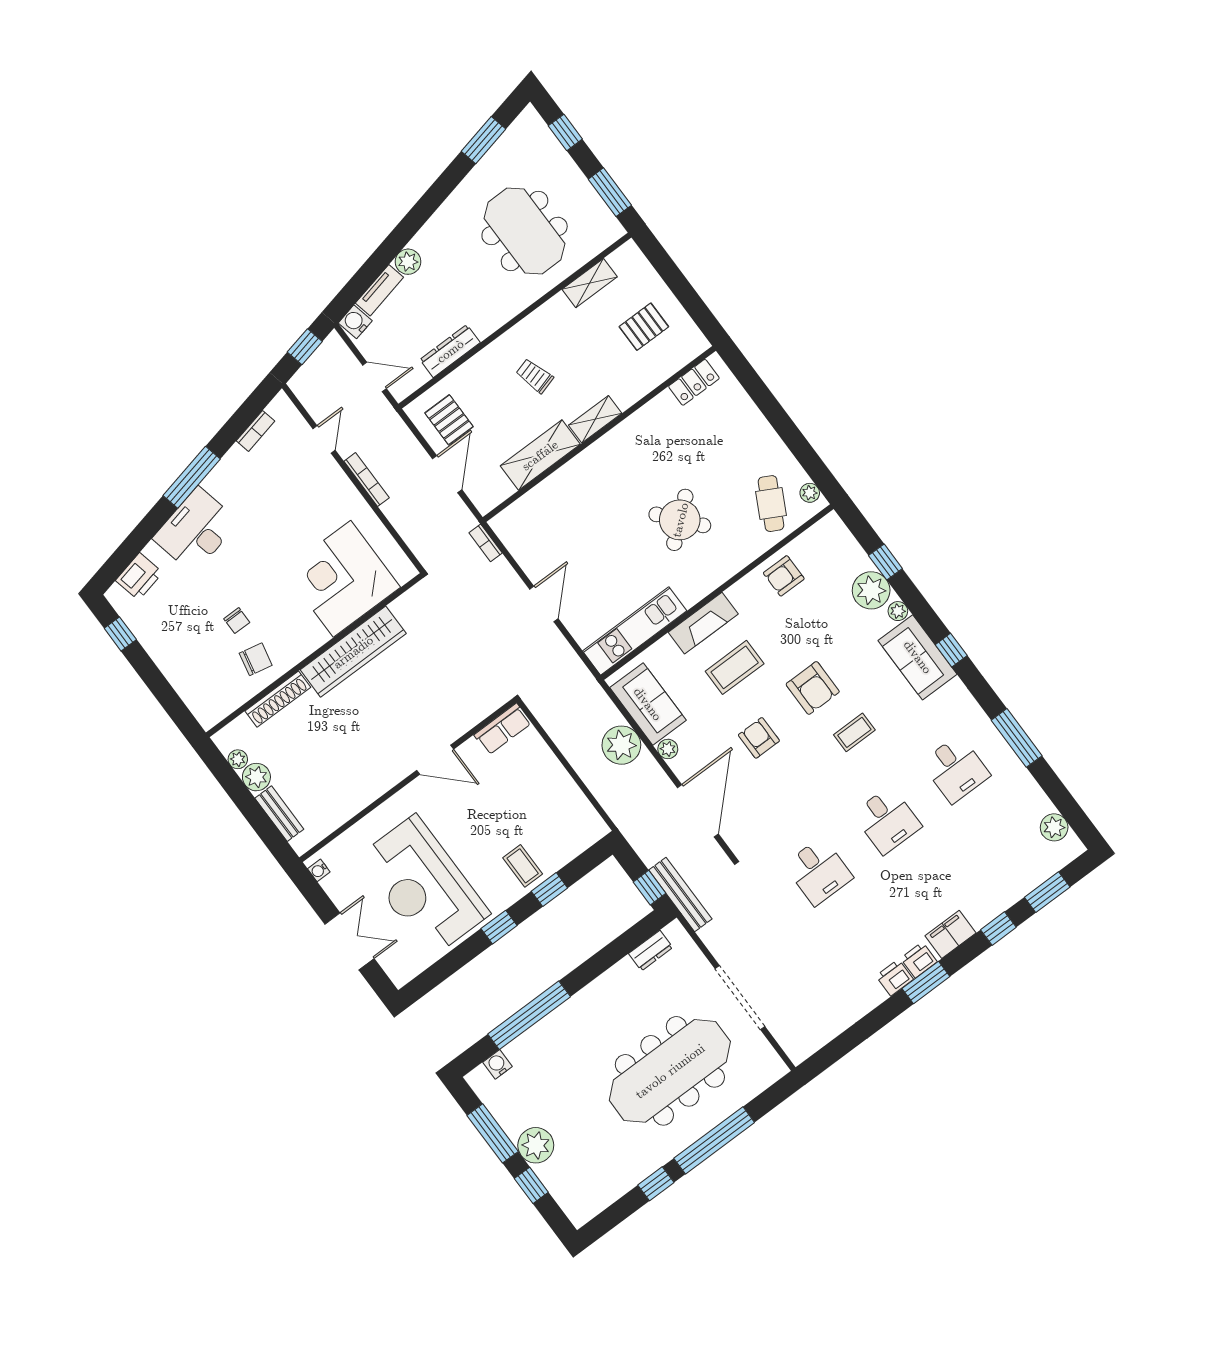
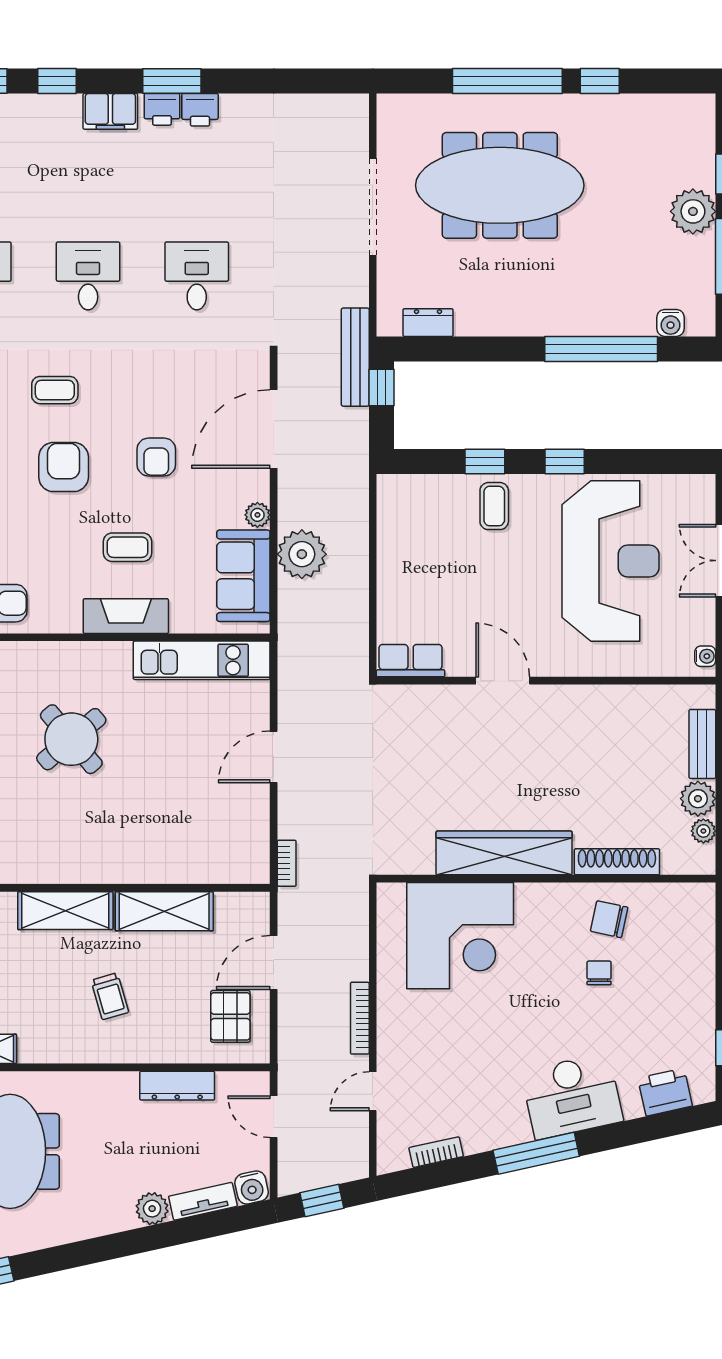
shelving: (595, 419) -> (65, 911), width x1.50, depth x1.33
coffee table: (735, 667) -> (128, 547), width x0.73, depth x0.77

